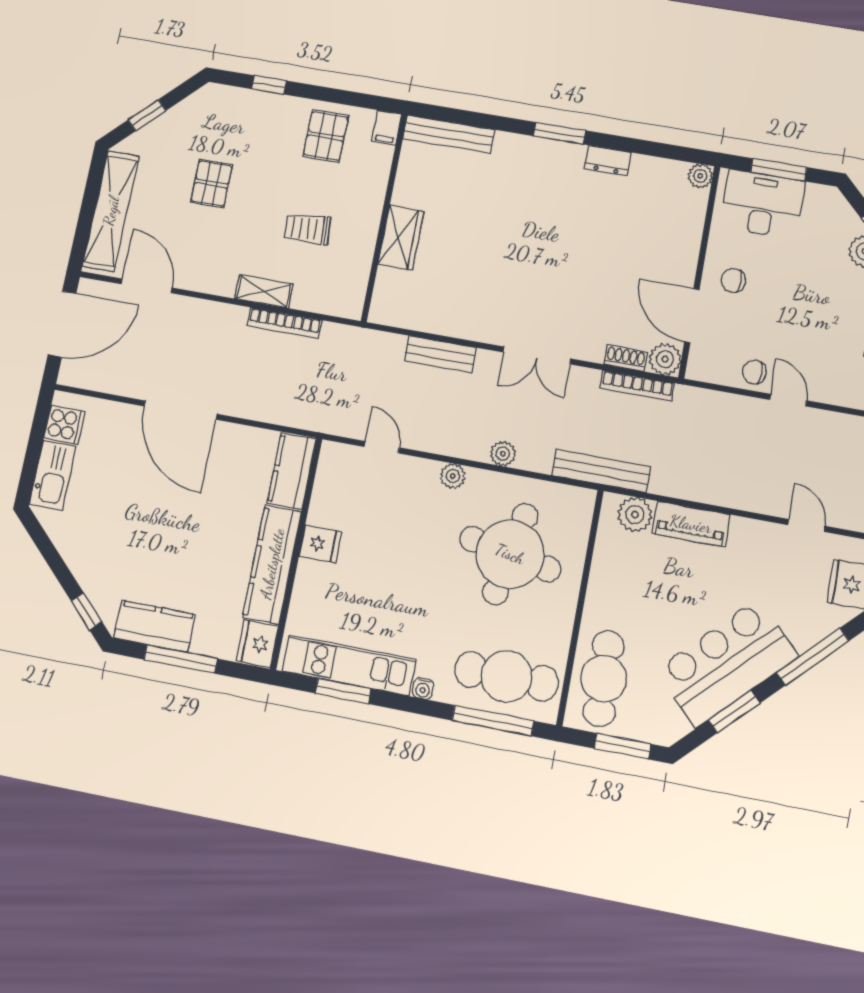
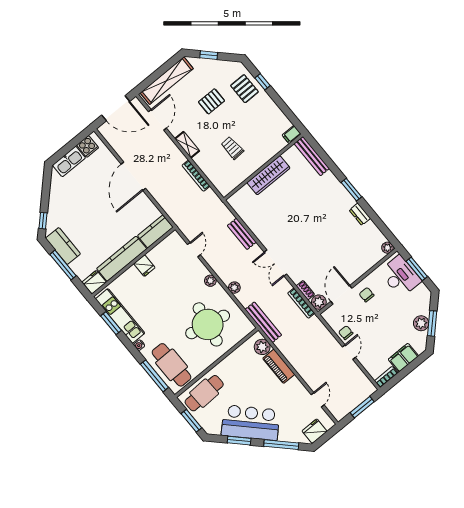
pallet: (326, 136) -> (244, 89), moved, turned 90
wardrobe: (401, 238) -> (268, 175), width x1.50
shelving: (264, 291) -> (187, 145), moved

